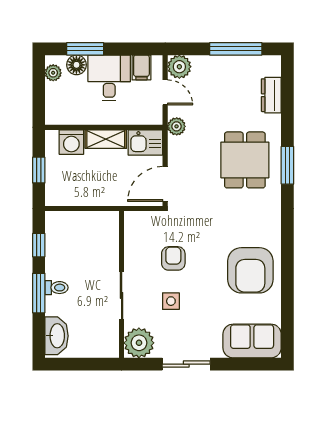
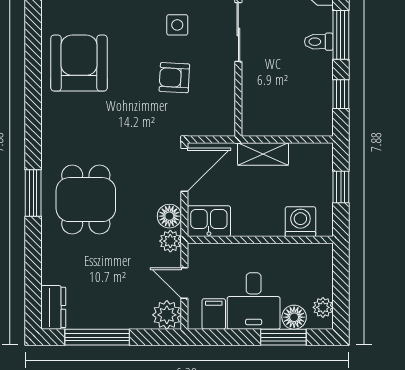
dresser: (271, 95) -> (53, 307), moved
shelving: (106, 139) -> (263, 154), moved
floor lamp: (177, 147) -> (169, 216), added
armchair: (173, 258) -> (174, 78), turned 93

